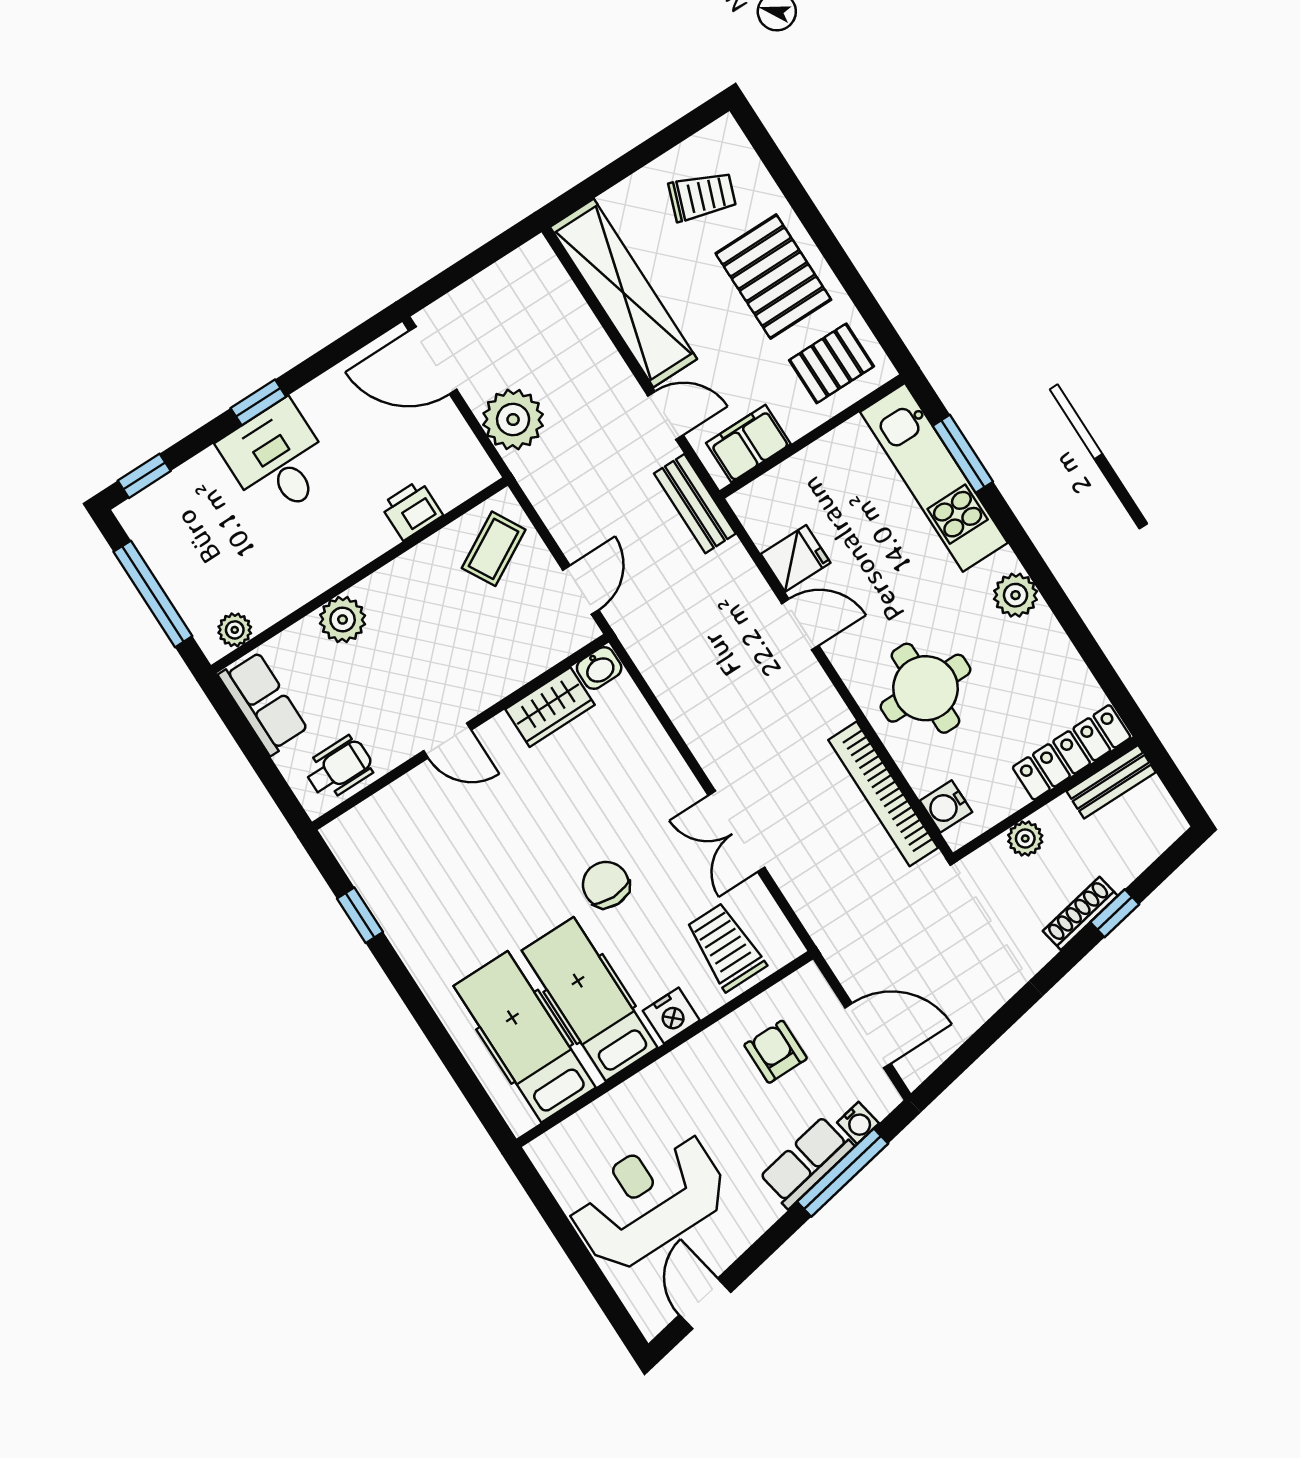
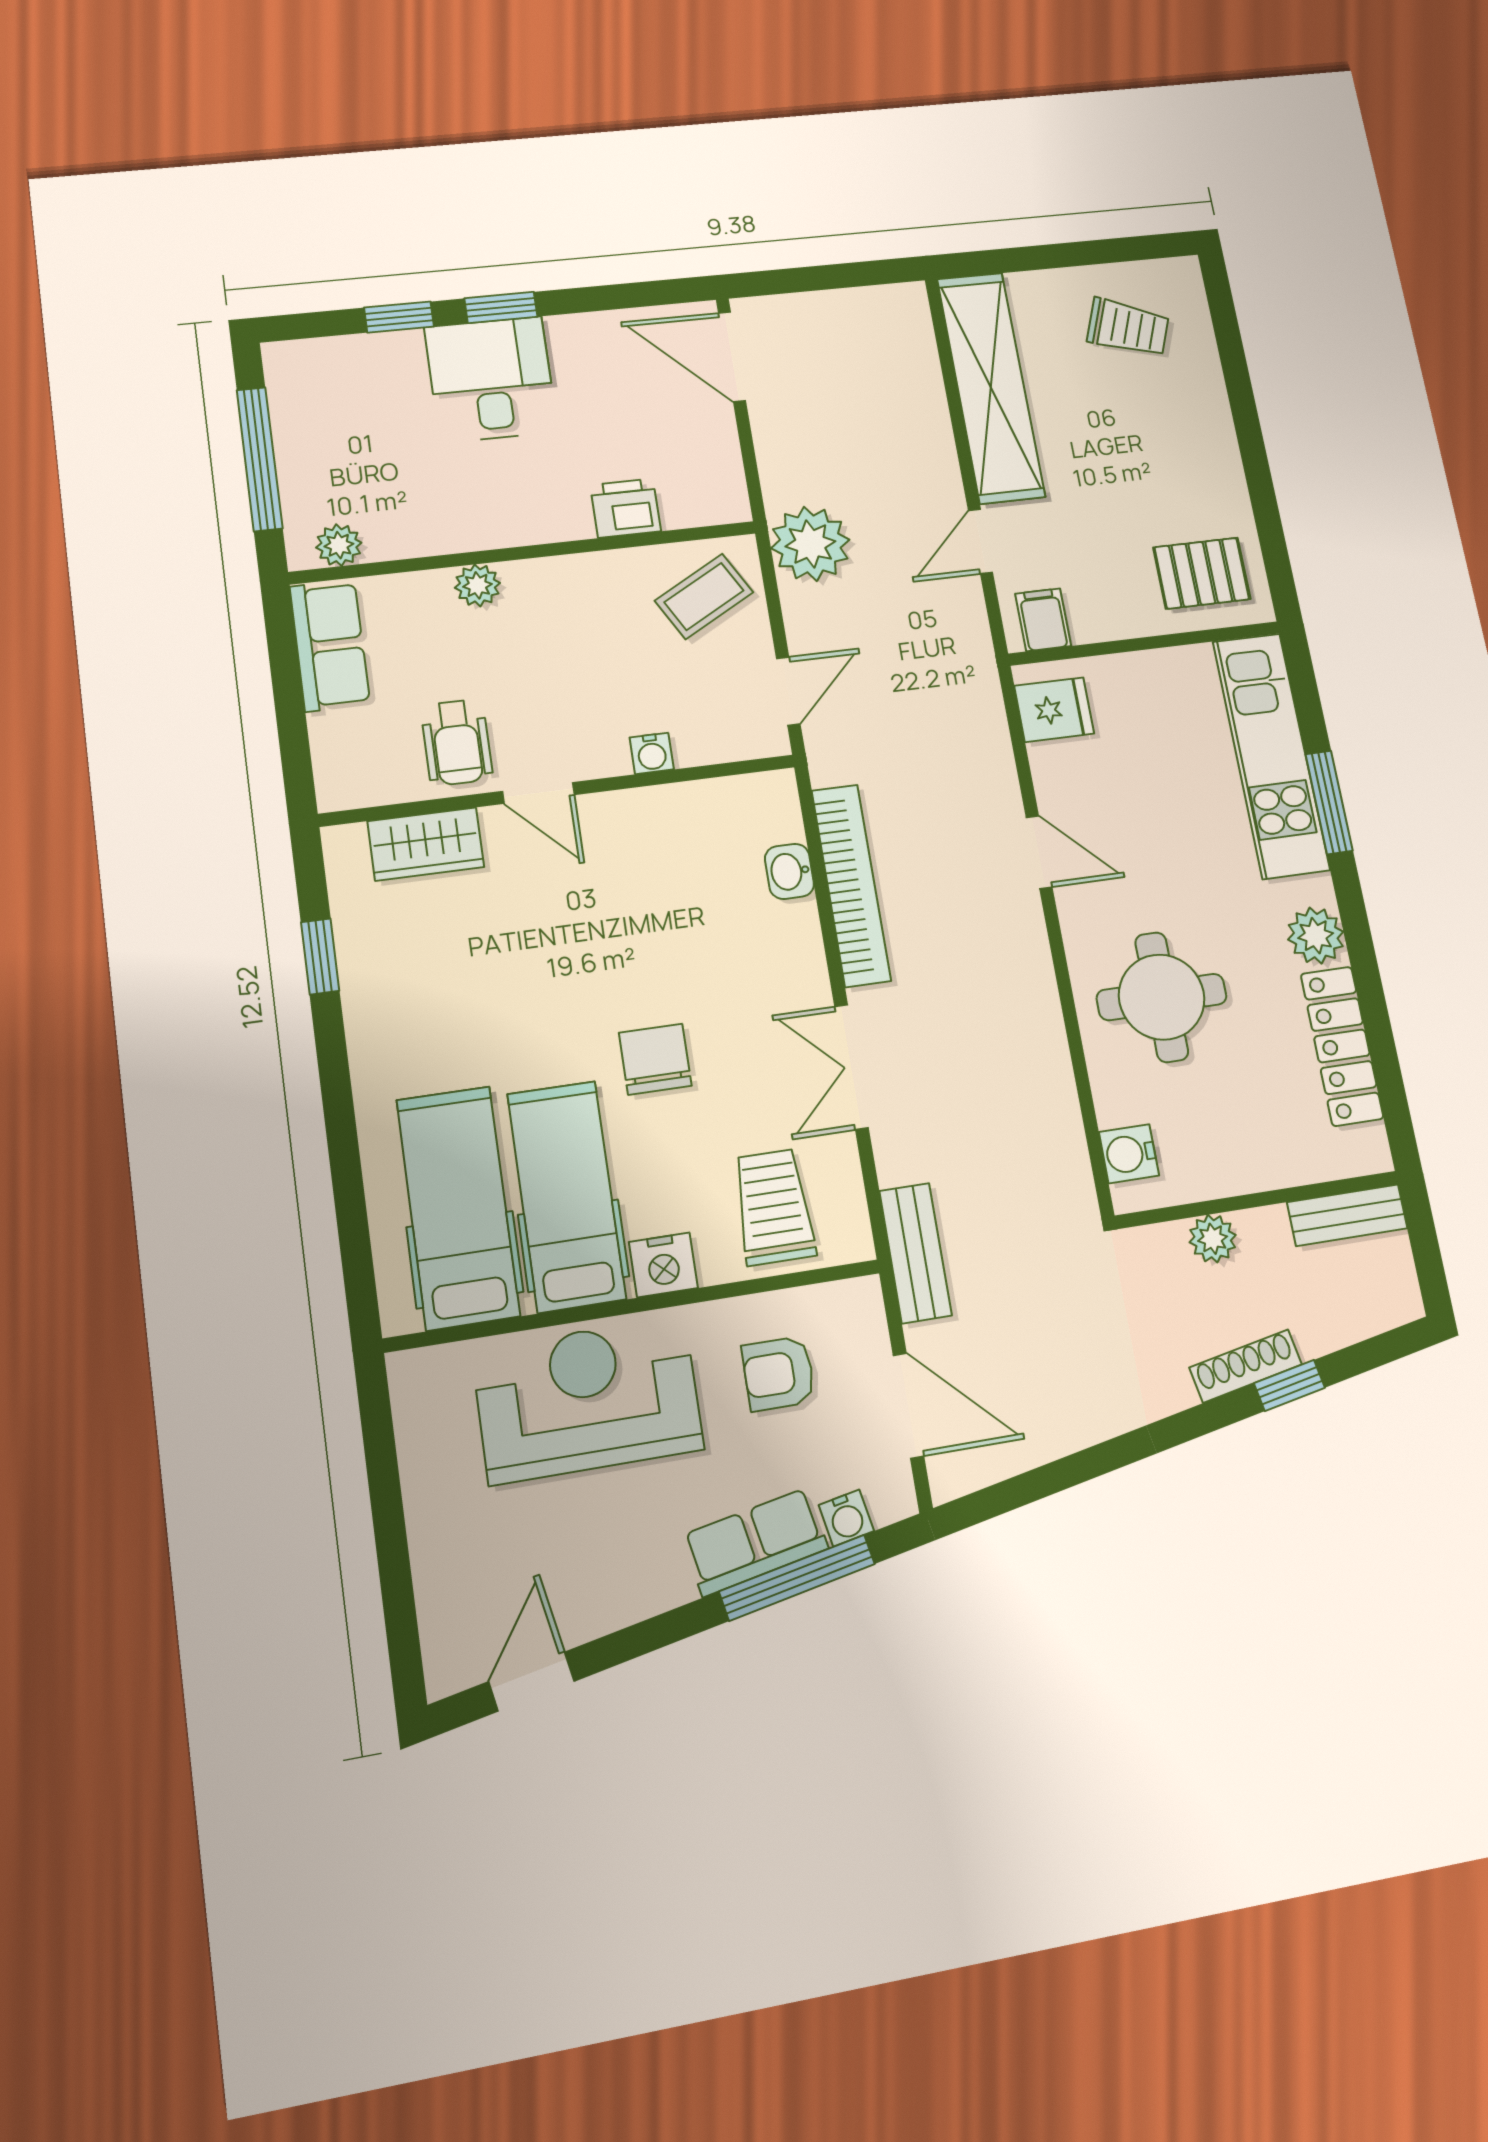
pallet: (773, 277) -> (1173, 449), removed
door: (666, 415) -> (980, 542), swing flipped
plant: (513, 420) -> (810, 544), moved
filing cabinet: (748, 444) -> (1043, 620), width x0.50
window: (963, 454) -> (1329, 802), moved
window: (144, 476) -> (399, 317), moved
bench: (695, 504) -> (915, 1253), moved
fridge: (796, 558) -> (1054, 710), moved
plant: (343, 619) -> (477, 585), width x0.73, depth x0.73
washbasin: (599, 668) -> (789, 871), moved, turned 90
water cooler: (509, 678) -> (652, 753), added
wardrobe: (550, 707) -> (426, 844), moved
locker: (1072, 752) -> (1342, 1046), moved, turned -90
wheelchair: (339, 768) -> (457, 742), moved, turned 90
bookcase: (883, 794) -> (851, 885), moved, turned 180
armchair: (776, 1052) -> (779, 1373), turned -90
reception desk: (648, 1199) -> (588, 1400), moved

